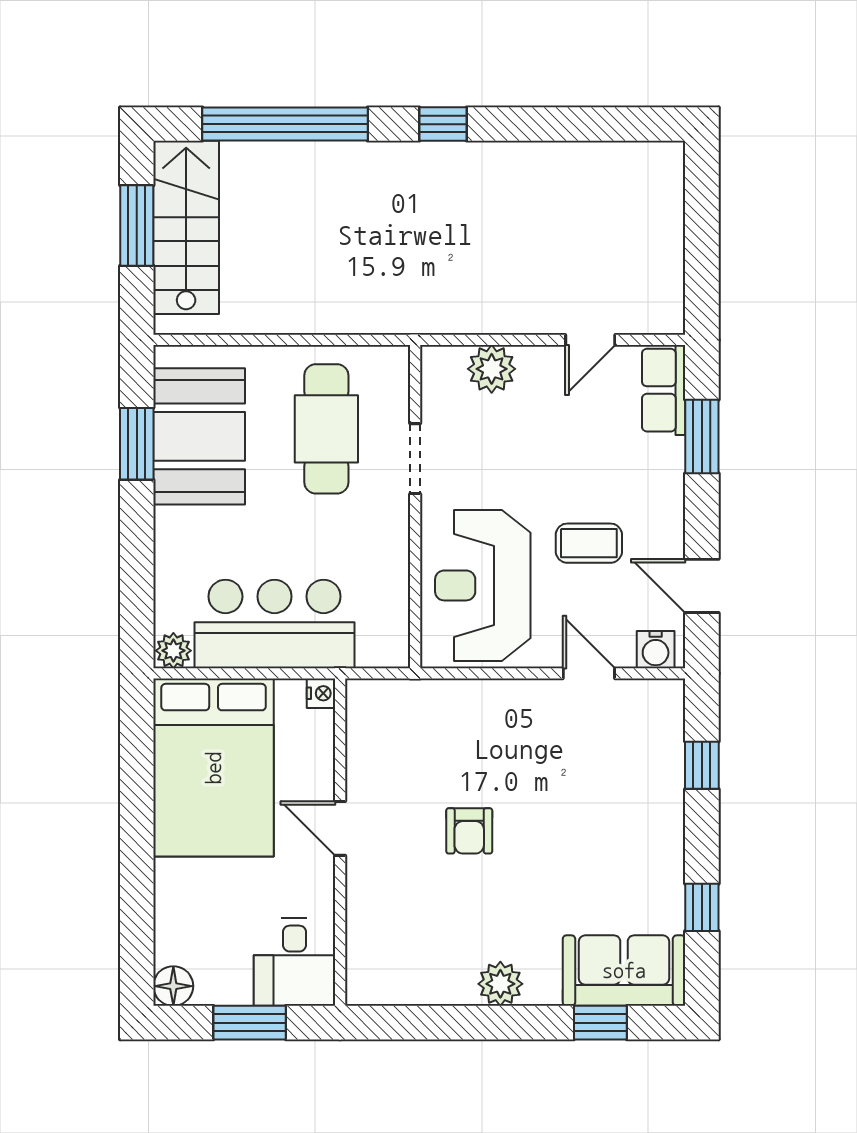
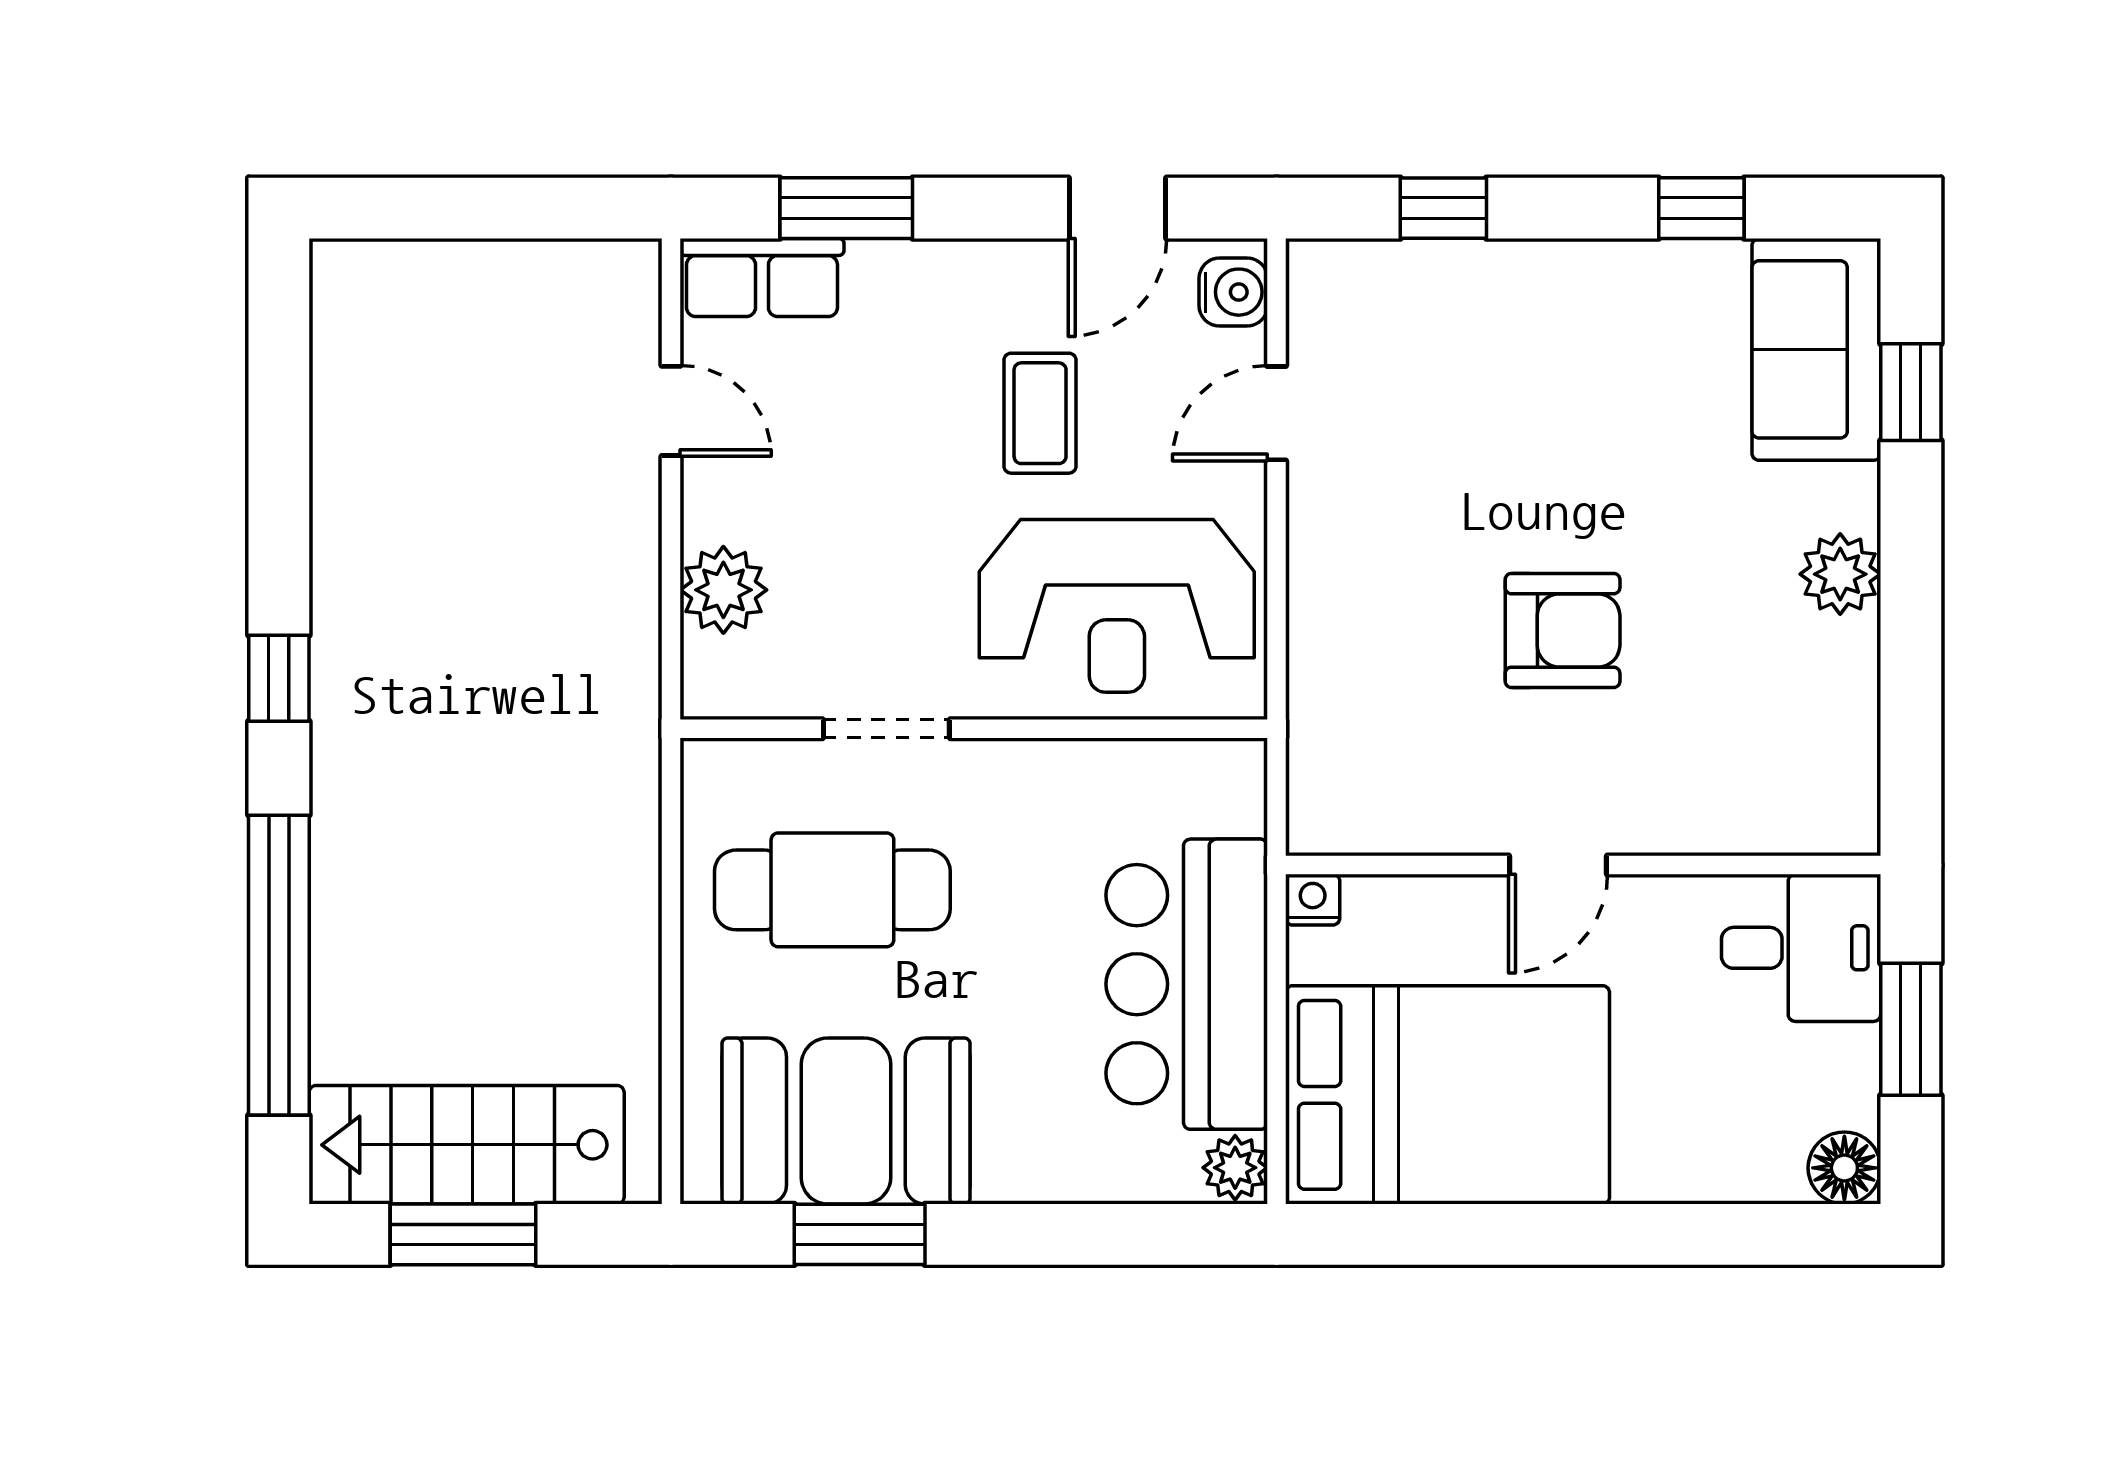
armchair: (469, 831) -> (1563, 630), width x1.38, depth x1.38

